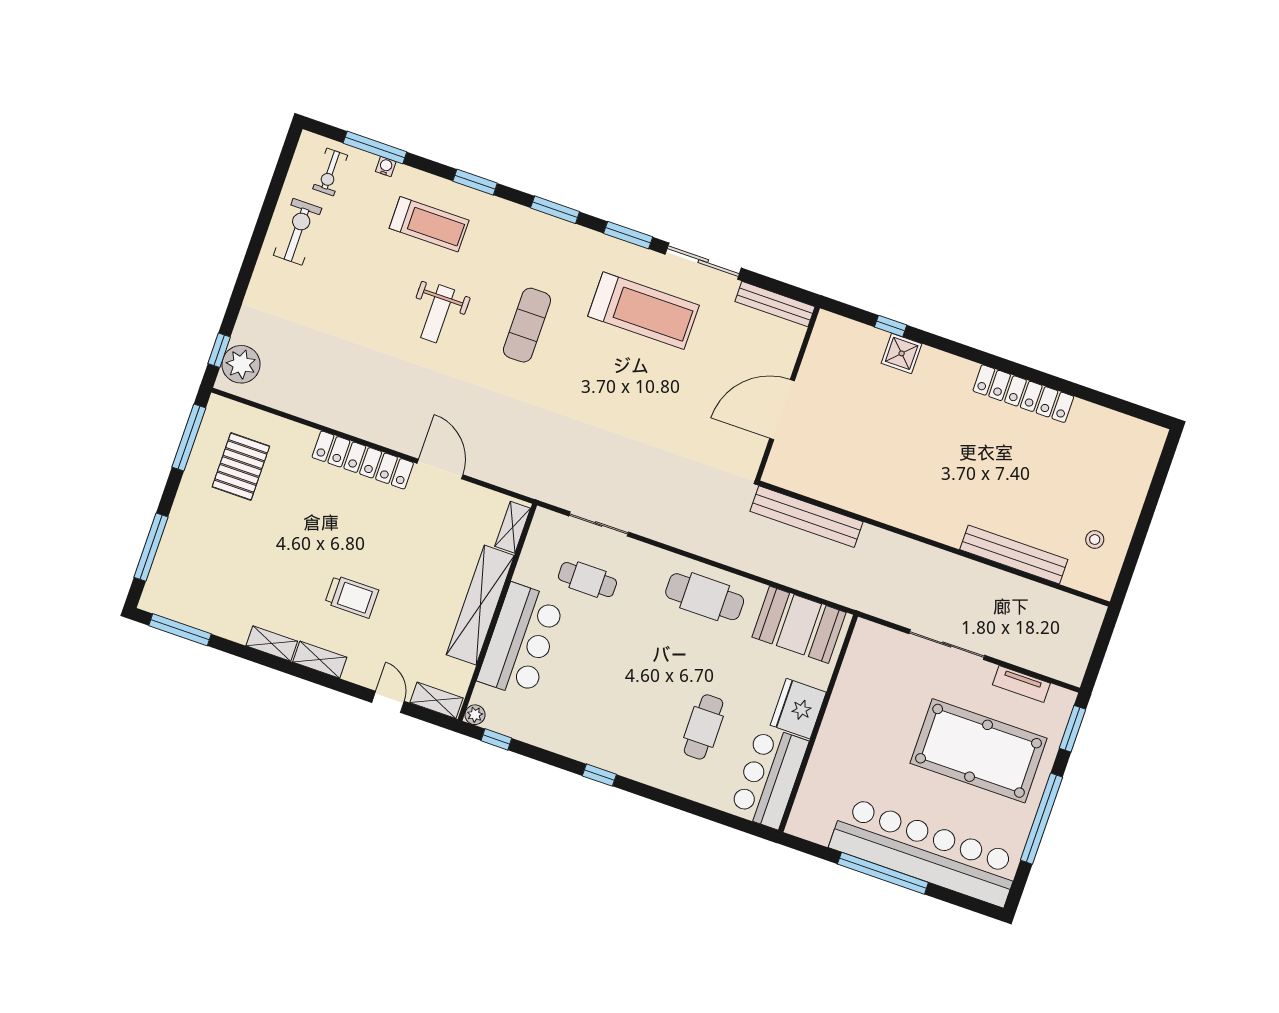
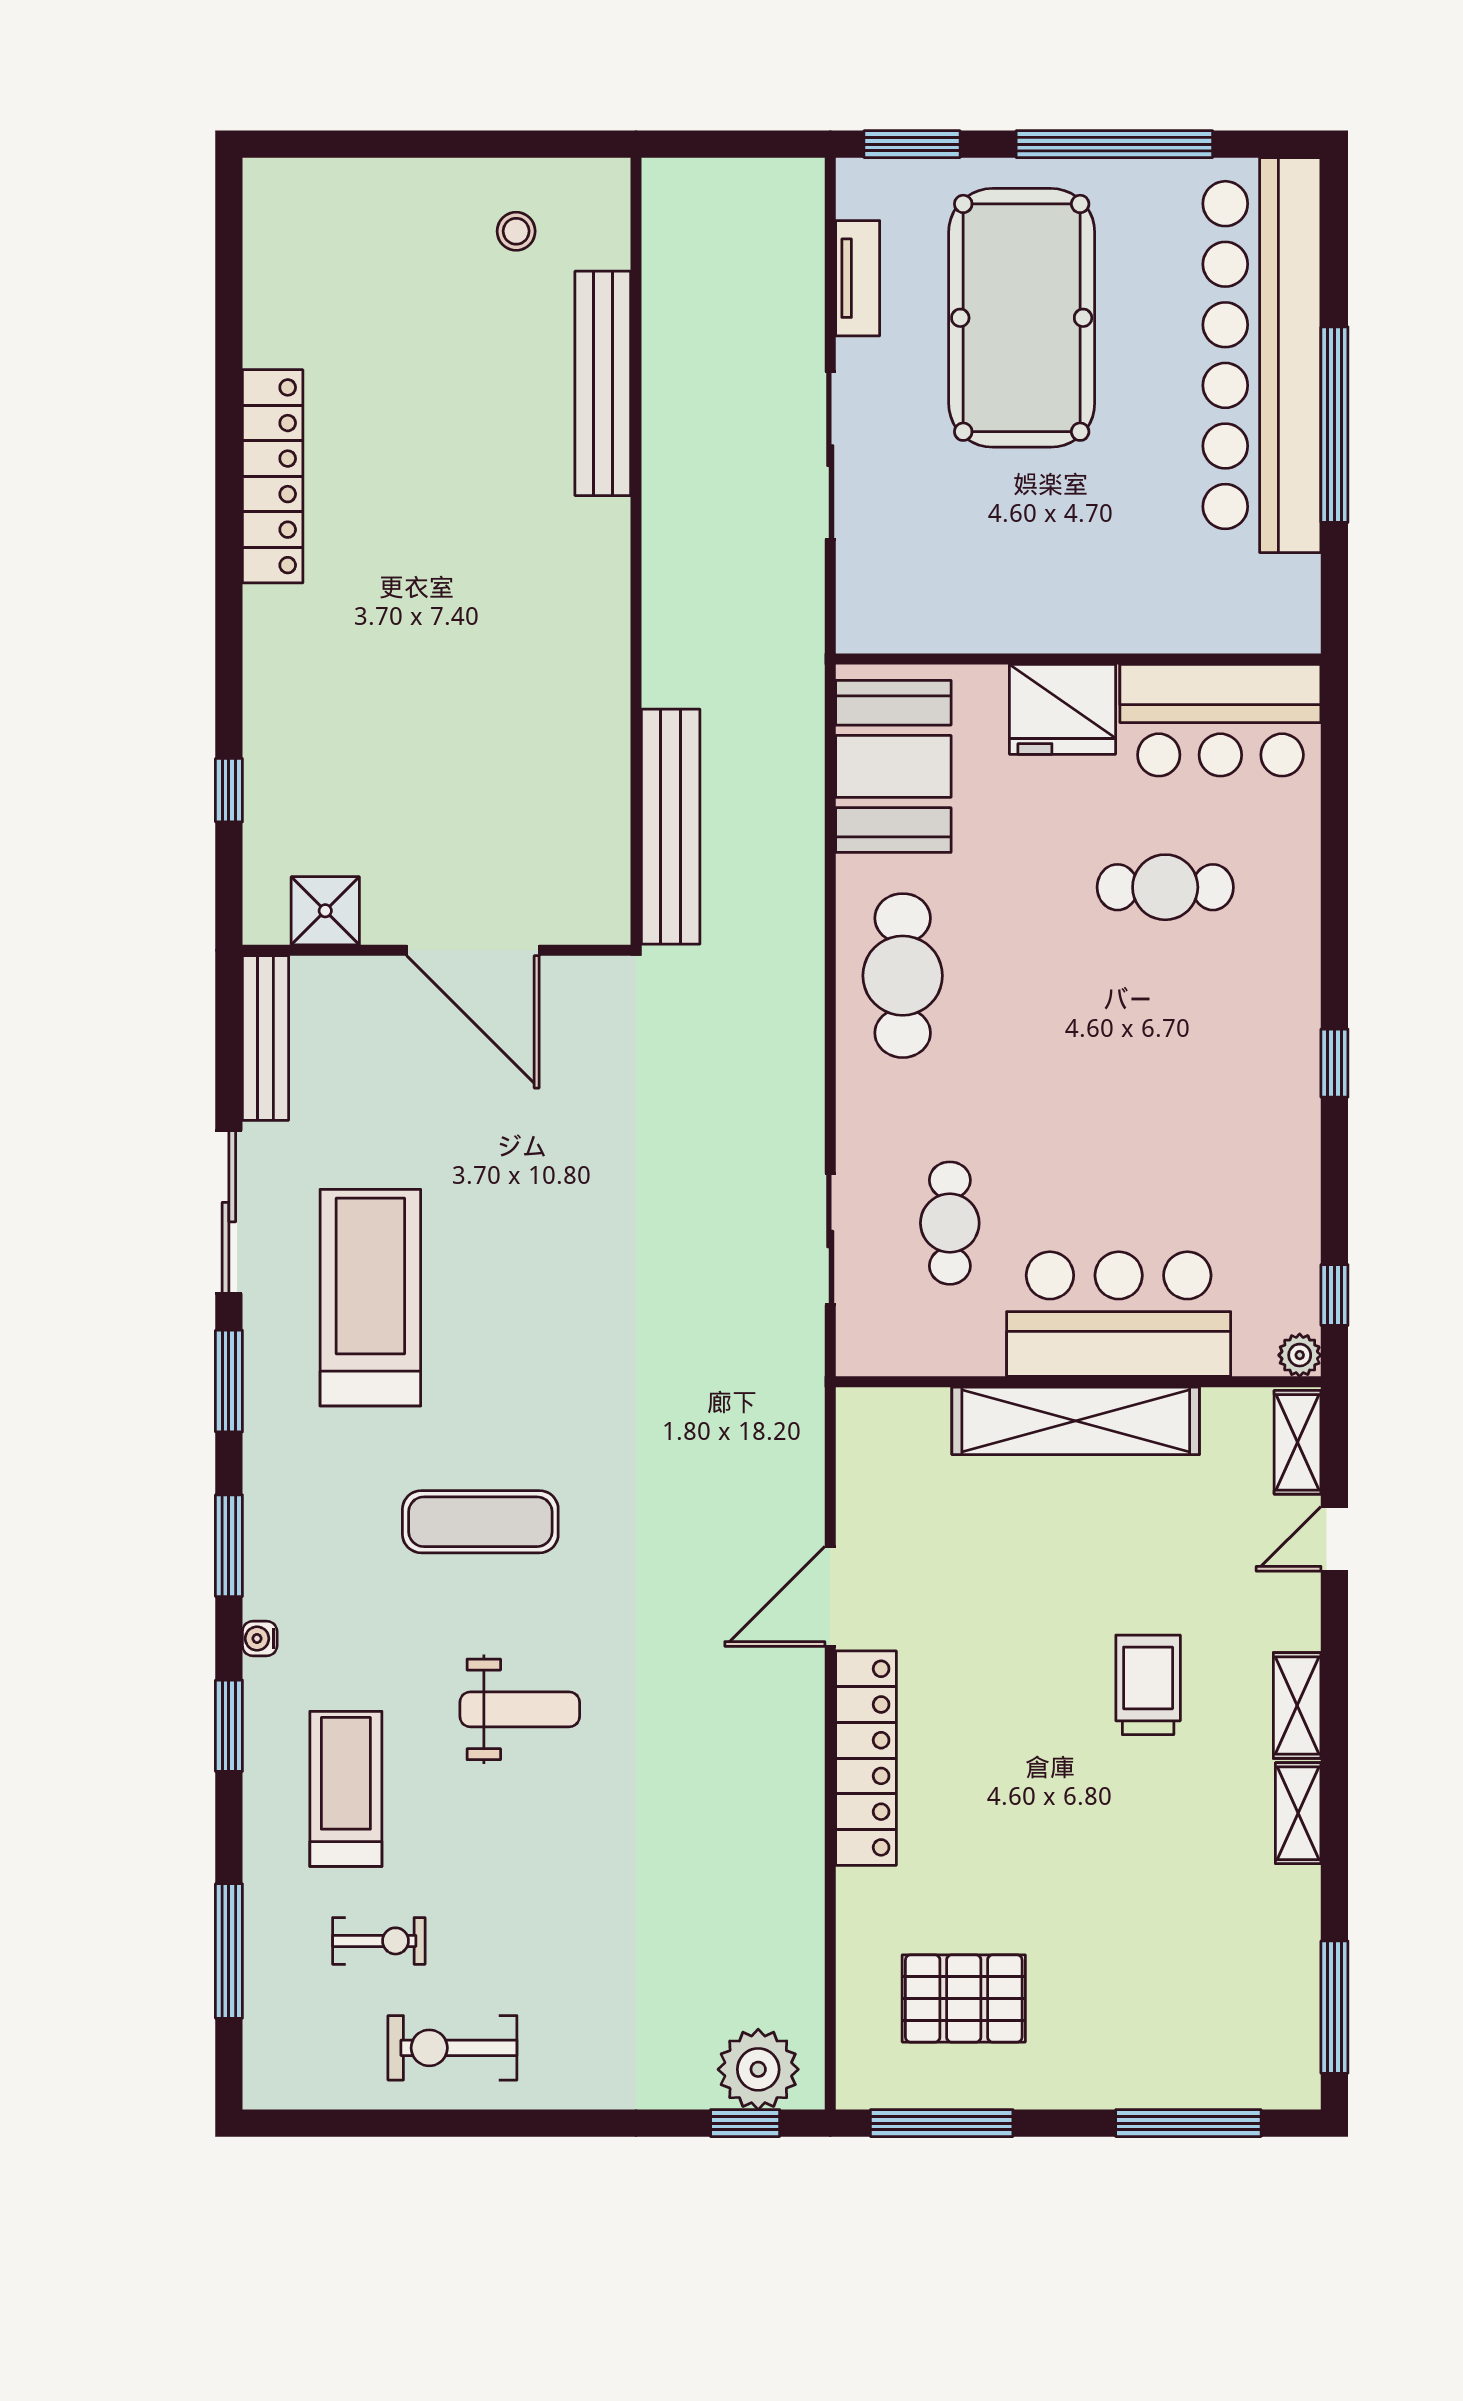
water cooler: (386, 166) -> (260, 1639), moved
exercise bike: (330, 172) -> (379, 1941), moved
shower: (902, 353) -> (325, 911), moved
shelving: (513, 527) -> (897, 1410), removed

